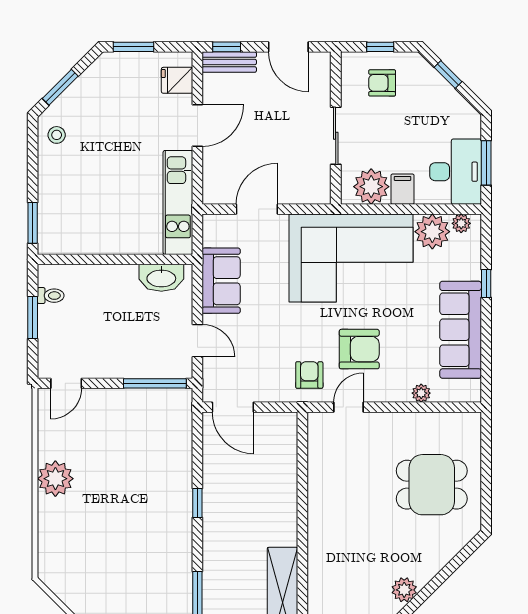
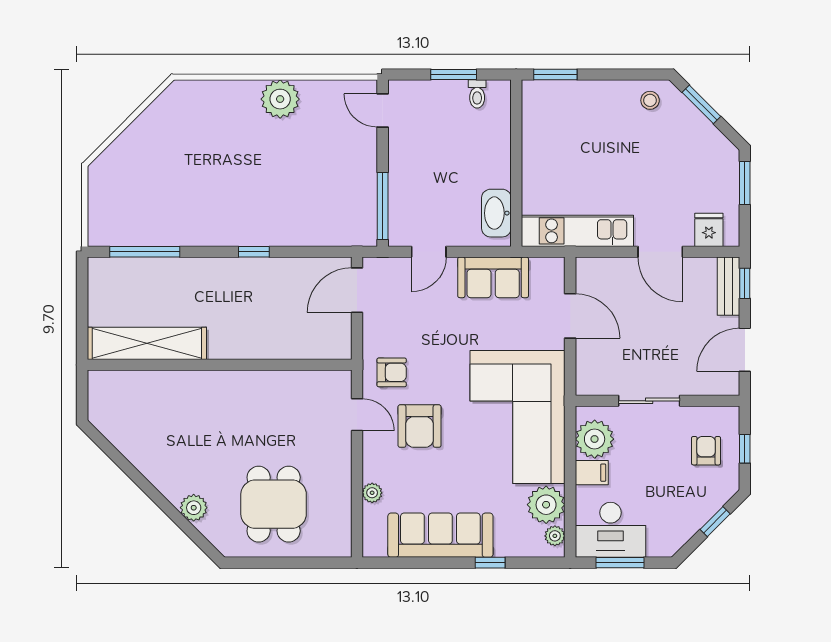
plant: (404, 590) -> (194, 508), moved

